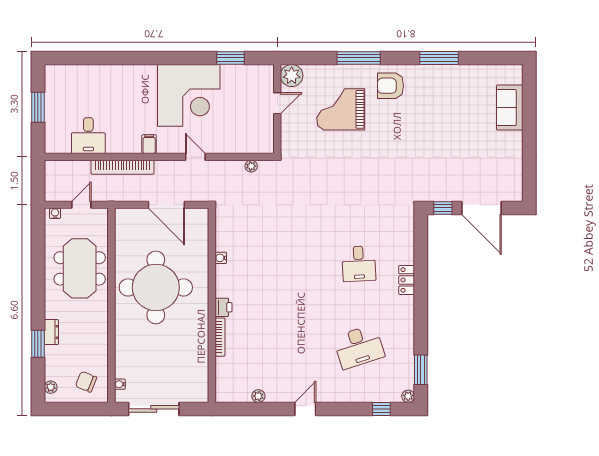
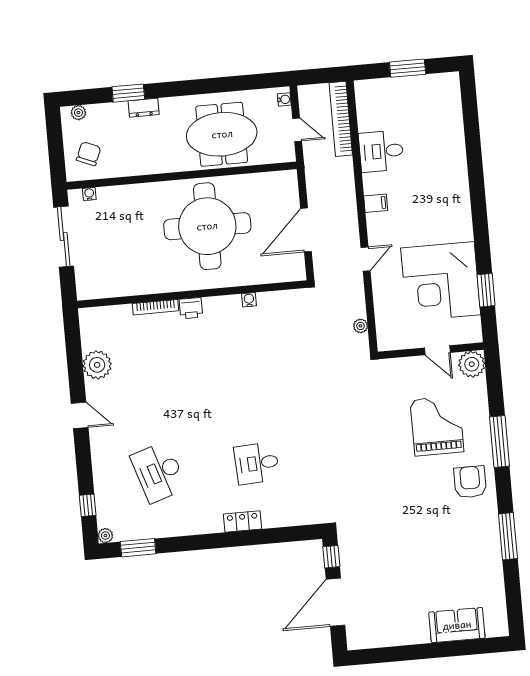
corner desk: (189, 95) -> (441, 281), moved
desk: (88, 136) -> (381, 151), moved
bookcase: (122, 167) -> (341, 119), moved
plant: (258, 396) -> (97, 365), width x1.88, depth x1.88

